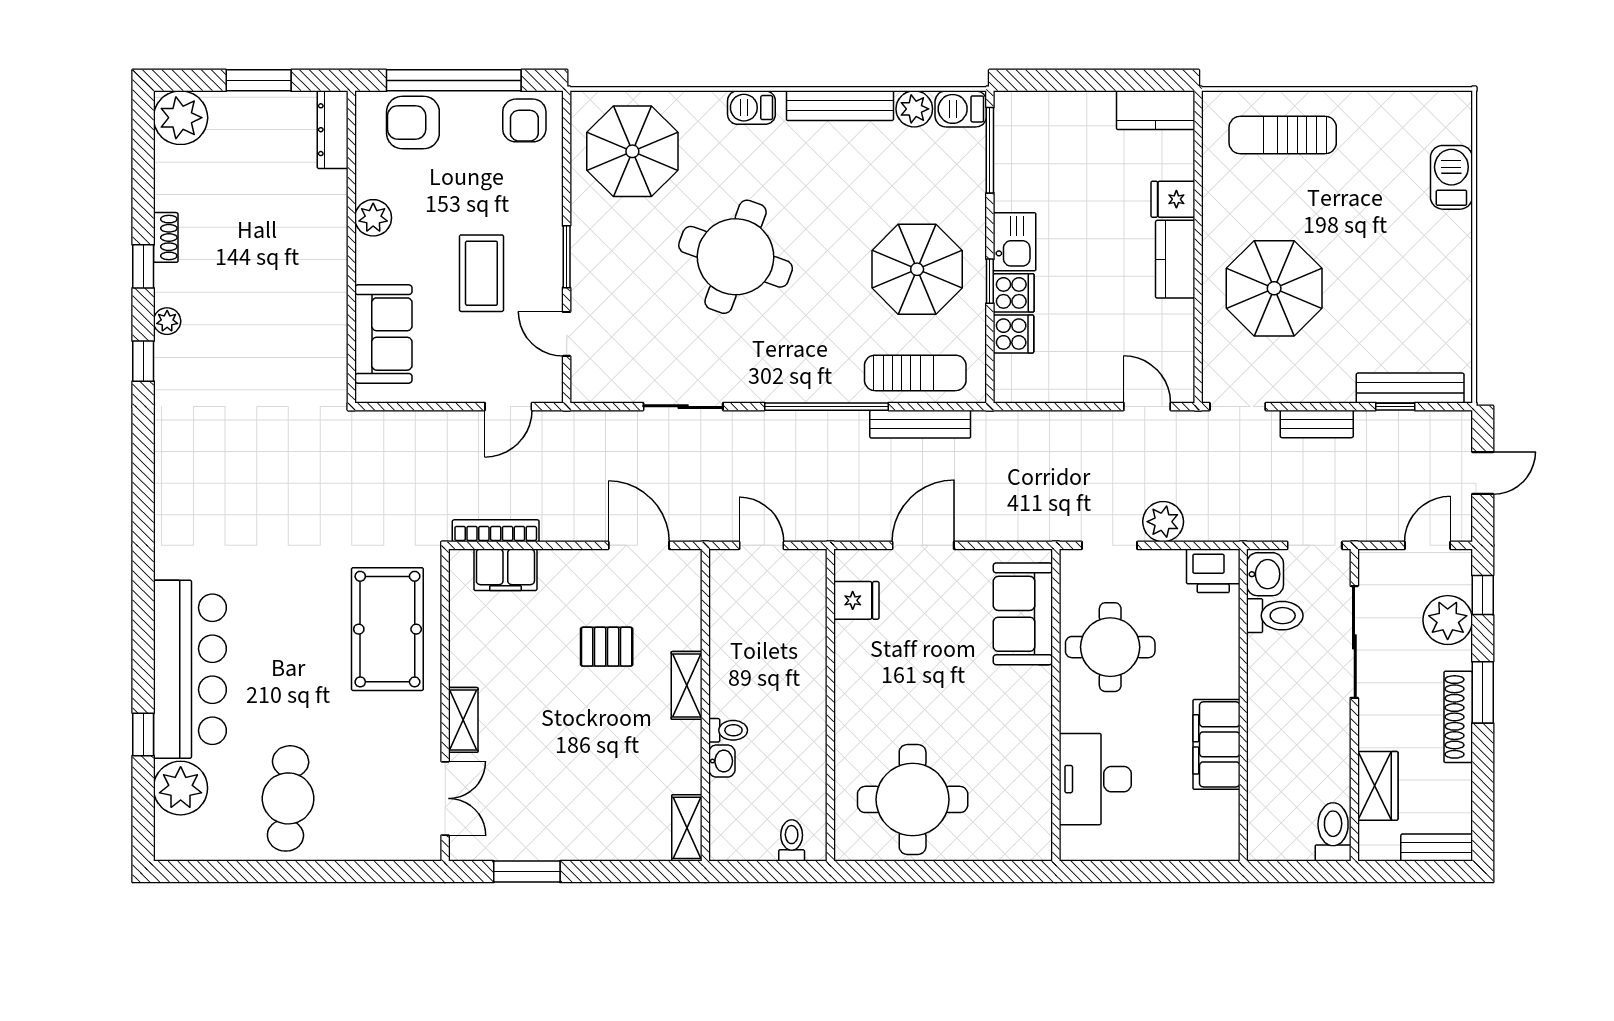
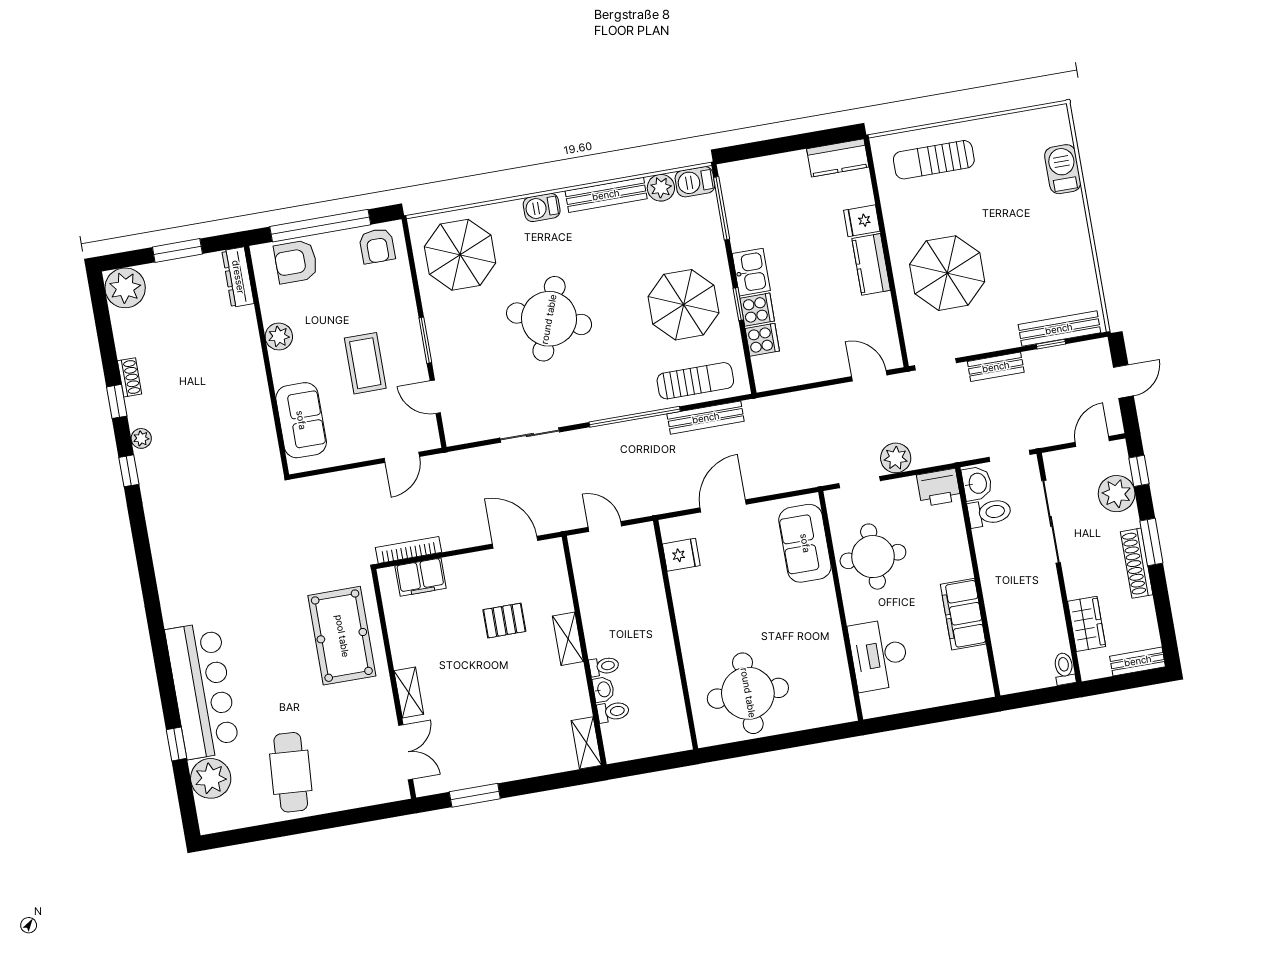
toilet: (1333, 832) -> (1064, 669), width x0.73, depth x0.72
toilet: (792, 840) -> (613, 712), moved, turned 90

